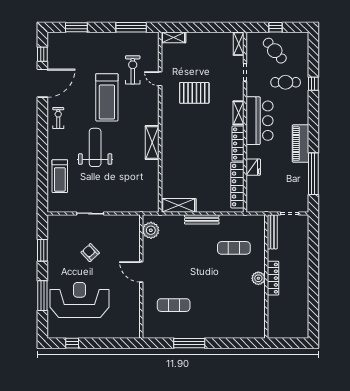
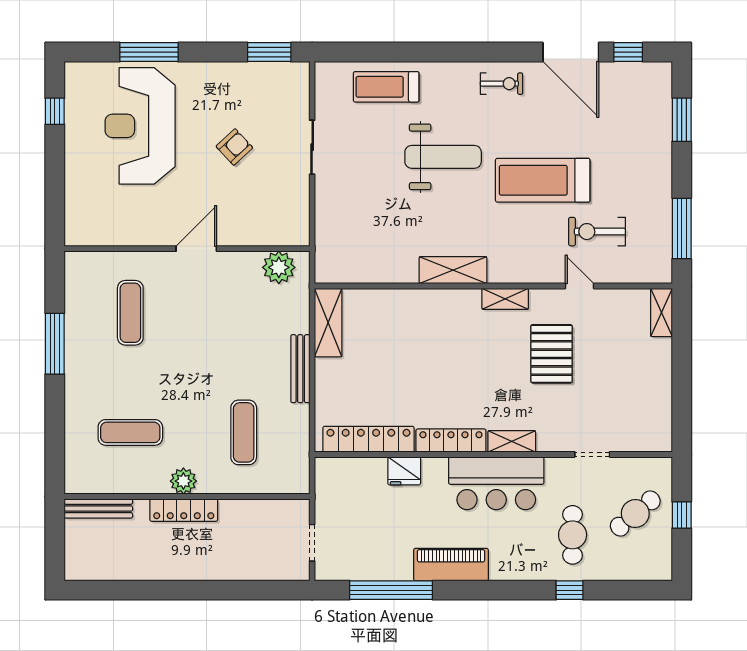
shelving: (239, 44) -> (505, 299), moved
exercise bike: (133, 70) -> (597, 232), turned 180
door: (160, 79) -> (580, 286), hinge flipped
bench: (272, 232) -> (98, 508), moved
window: (42, 250) -> (269, 52), moved
reception desk: (79, 300) -> (140, 126), turned 180
exercise mat: (234, 305) -> (130, 432), added

